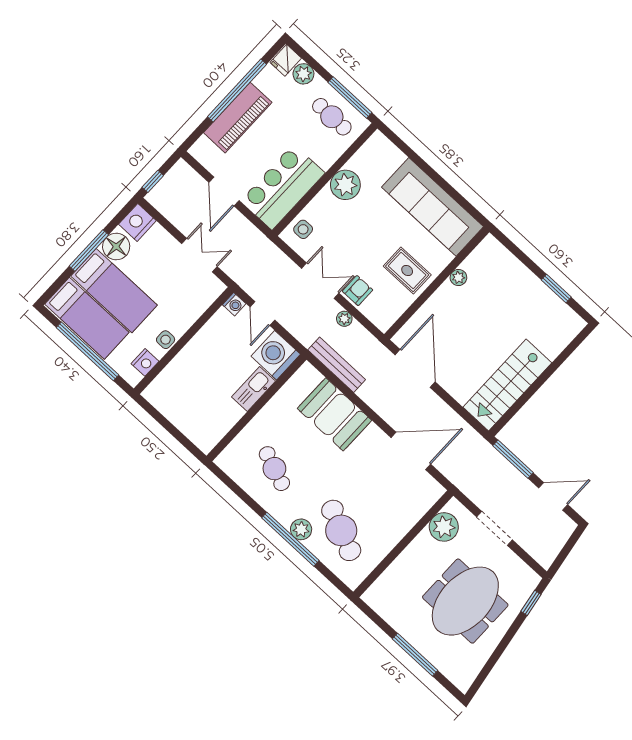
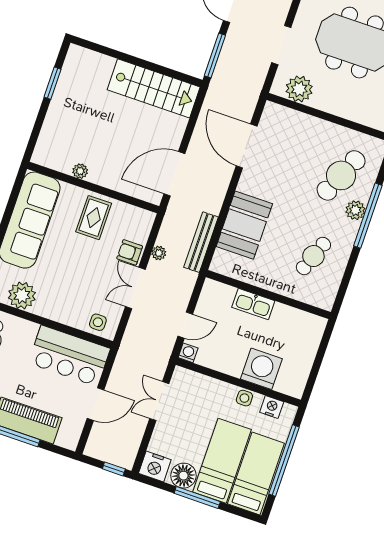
plant: (345, 185) -> (22, 295), moved
washing machine: (276, 355) -> (261, 369), moved, turned 180

